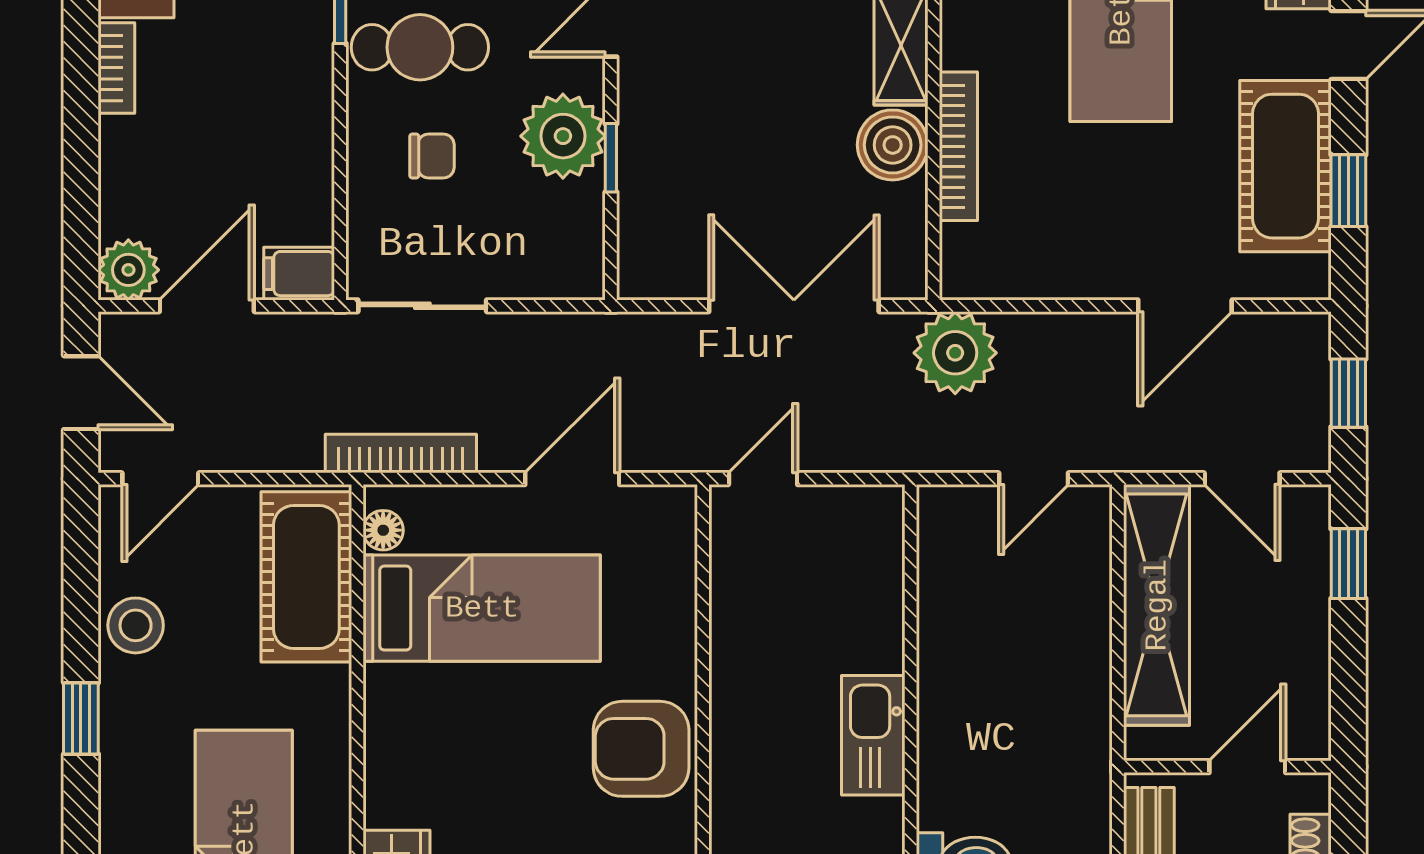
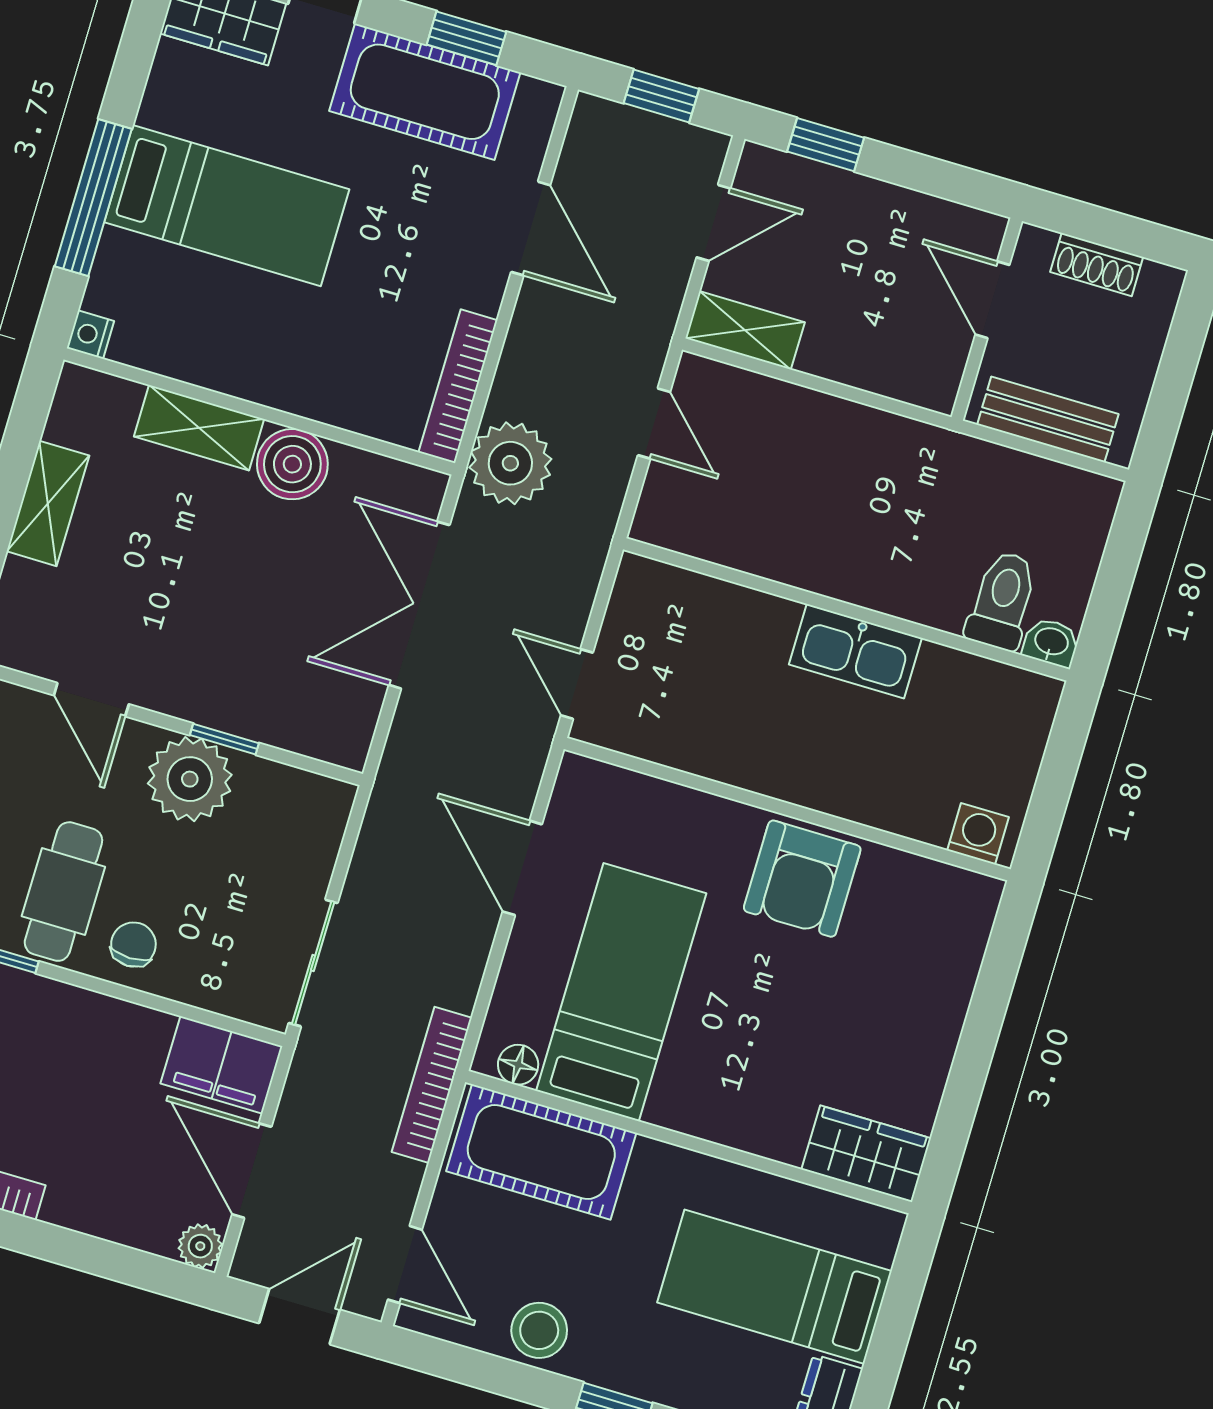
bookcase: (958, 146) -> (458, 386), moved, turned -90
chair: (432, 156) -> (133, 945), moved
plant: (128, 270) -> (200, 1246), width x0.73, depth x0.73
filing cabinet: (299, 274) -> (222, 1065), width x2.00
bookcase: (401, 454) -> (432, 1085), moved
shelving: (1157, 605) -> (745, 330), width x0.45, depth x0.75

